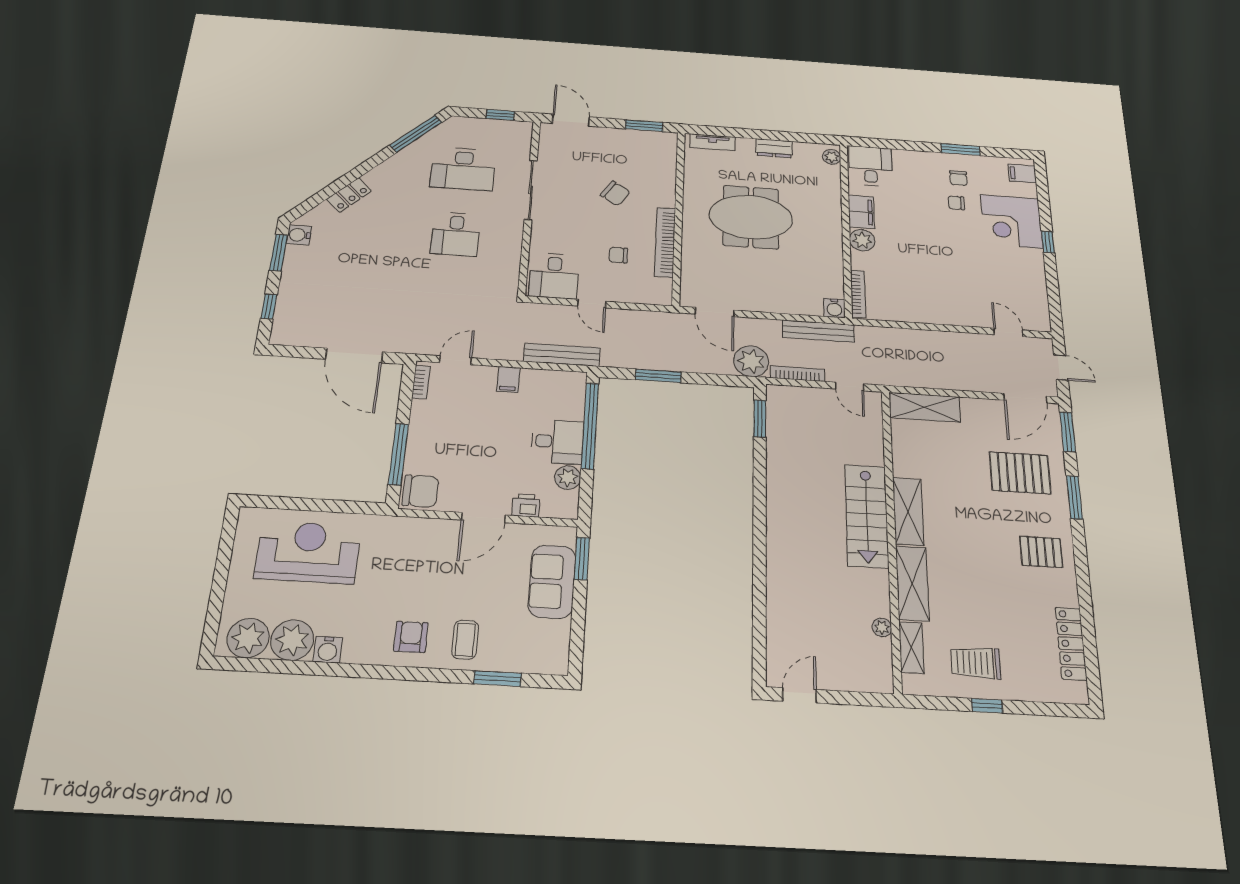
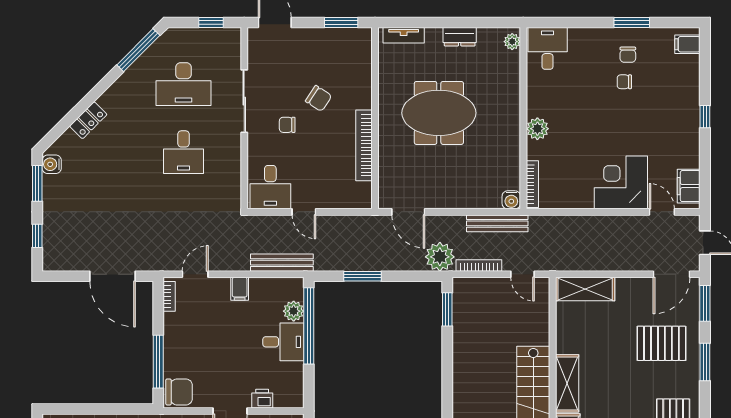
filing cabinet: (861, 212) -> (689, 186), moved, turned 180
corner desk: (1012, 221) -> (621, 182), moved, turned 90
chair: (618, 255) -> (287, 125), moved
plant: (568, 478) -> (294, 311), moved

